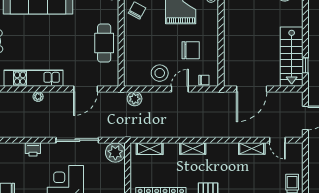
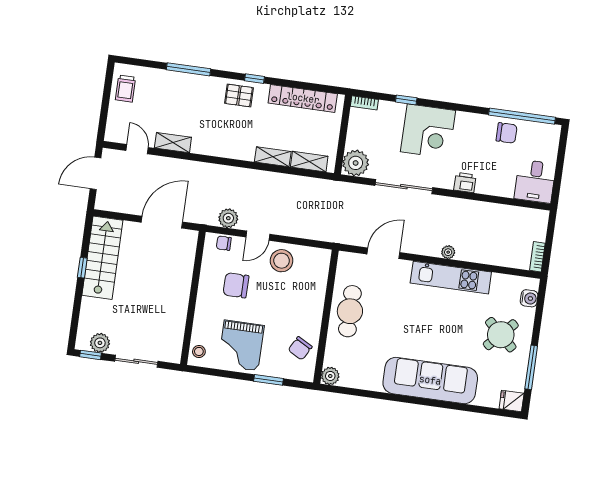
window: (305, 65) -> (82, 268), moved
plant: (135, 99) -> (228, 218), moved
shelving: (193, 149) -> (273, 157), moved

